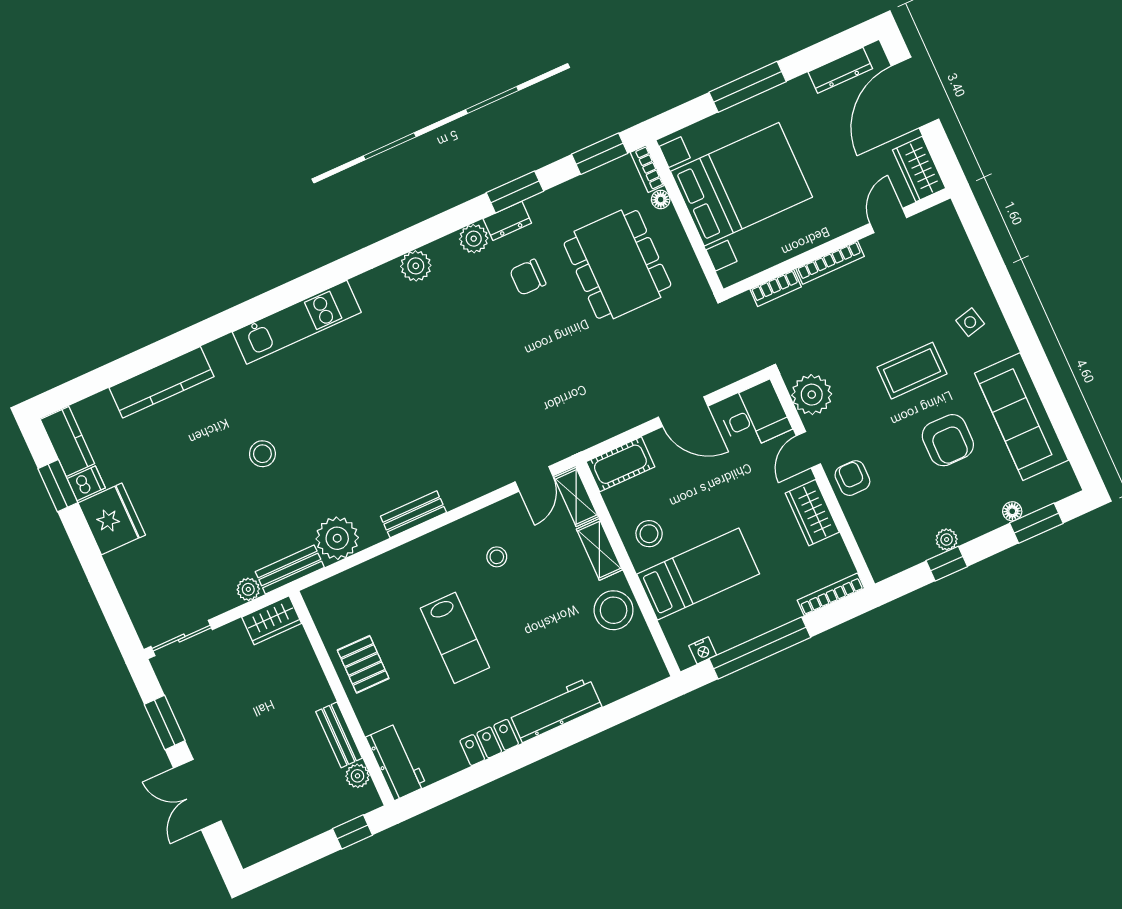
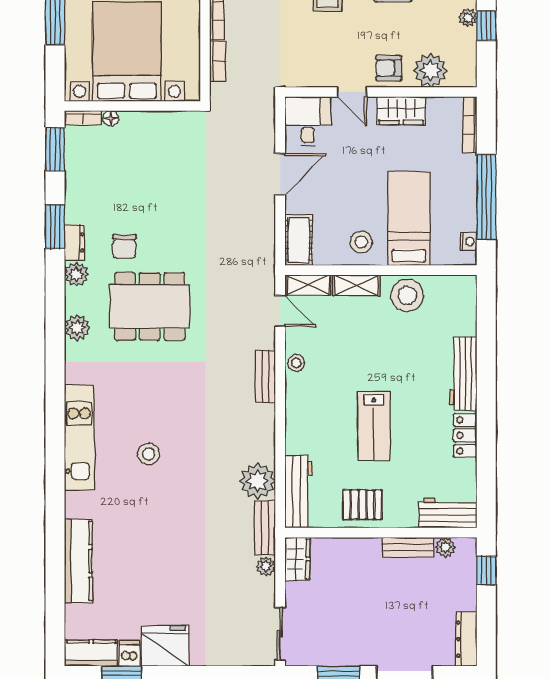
dining table: (617, 264) -> (150, 306), moved
plant: (812, 395) -> (431, 70), moved
stool: (262, 454) -> (149, 454), moved
bench: (413, 514) -> (265, 376), moved
stool: (497, 557) -> (296, 363), moved
workbench: (346, 588) -> (298, 492), added
lab bench: (455, 638) -> (374, 426), turned 90
dresser: (268, 844) -> (466, 639), added

